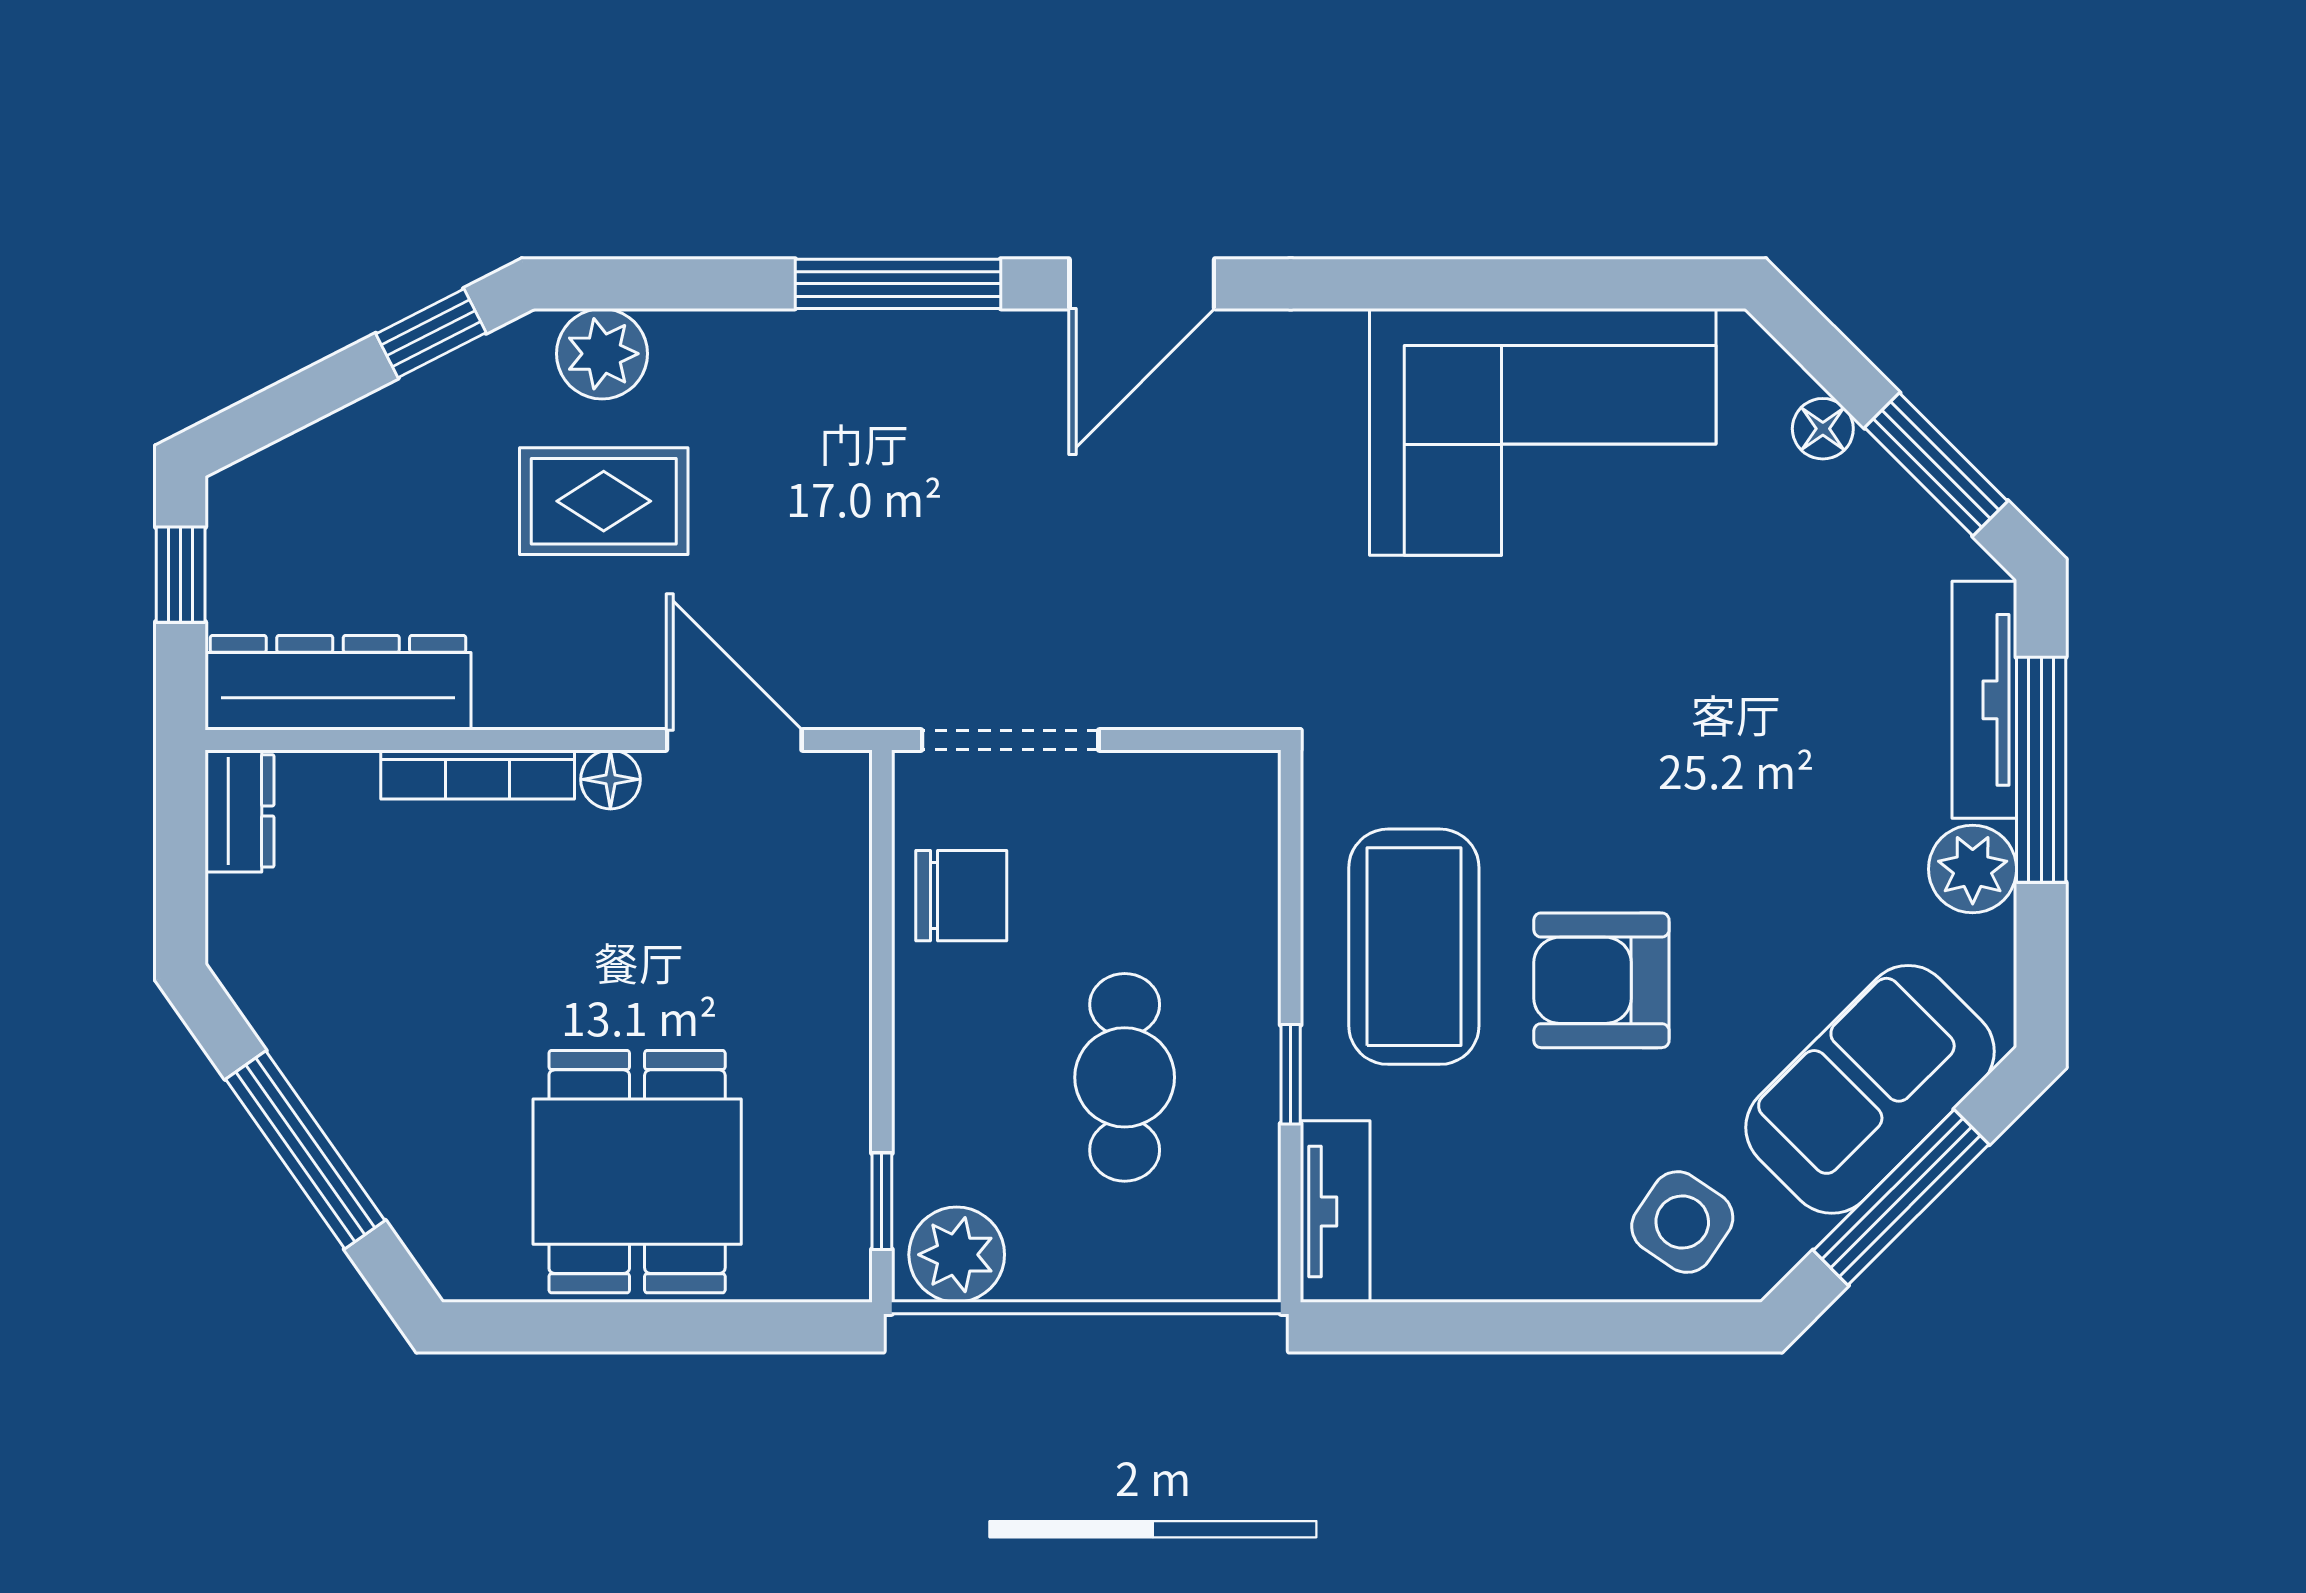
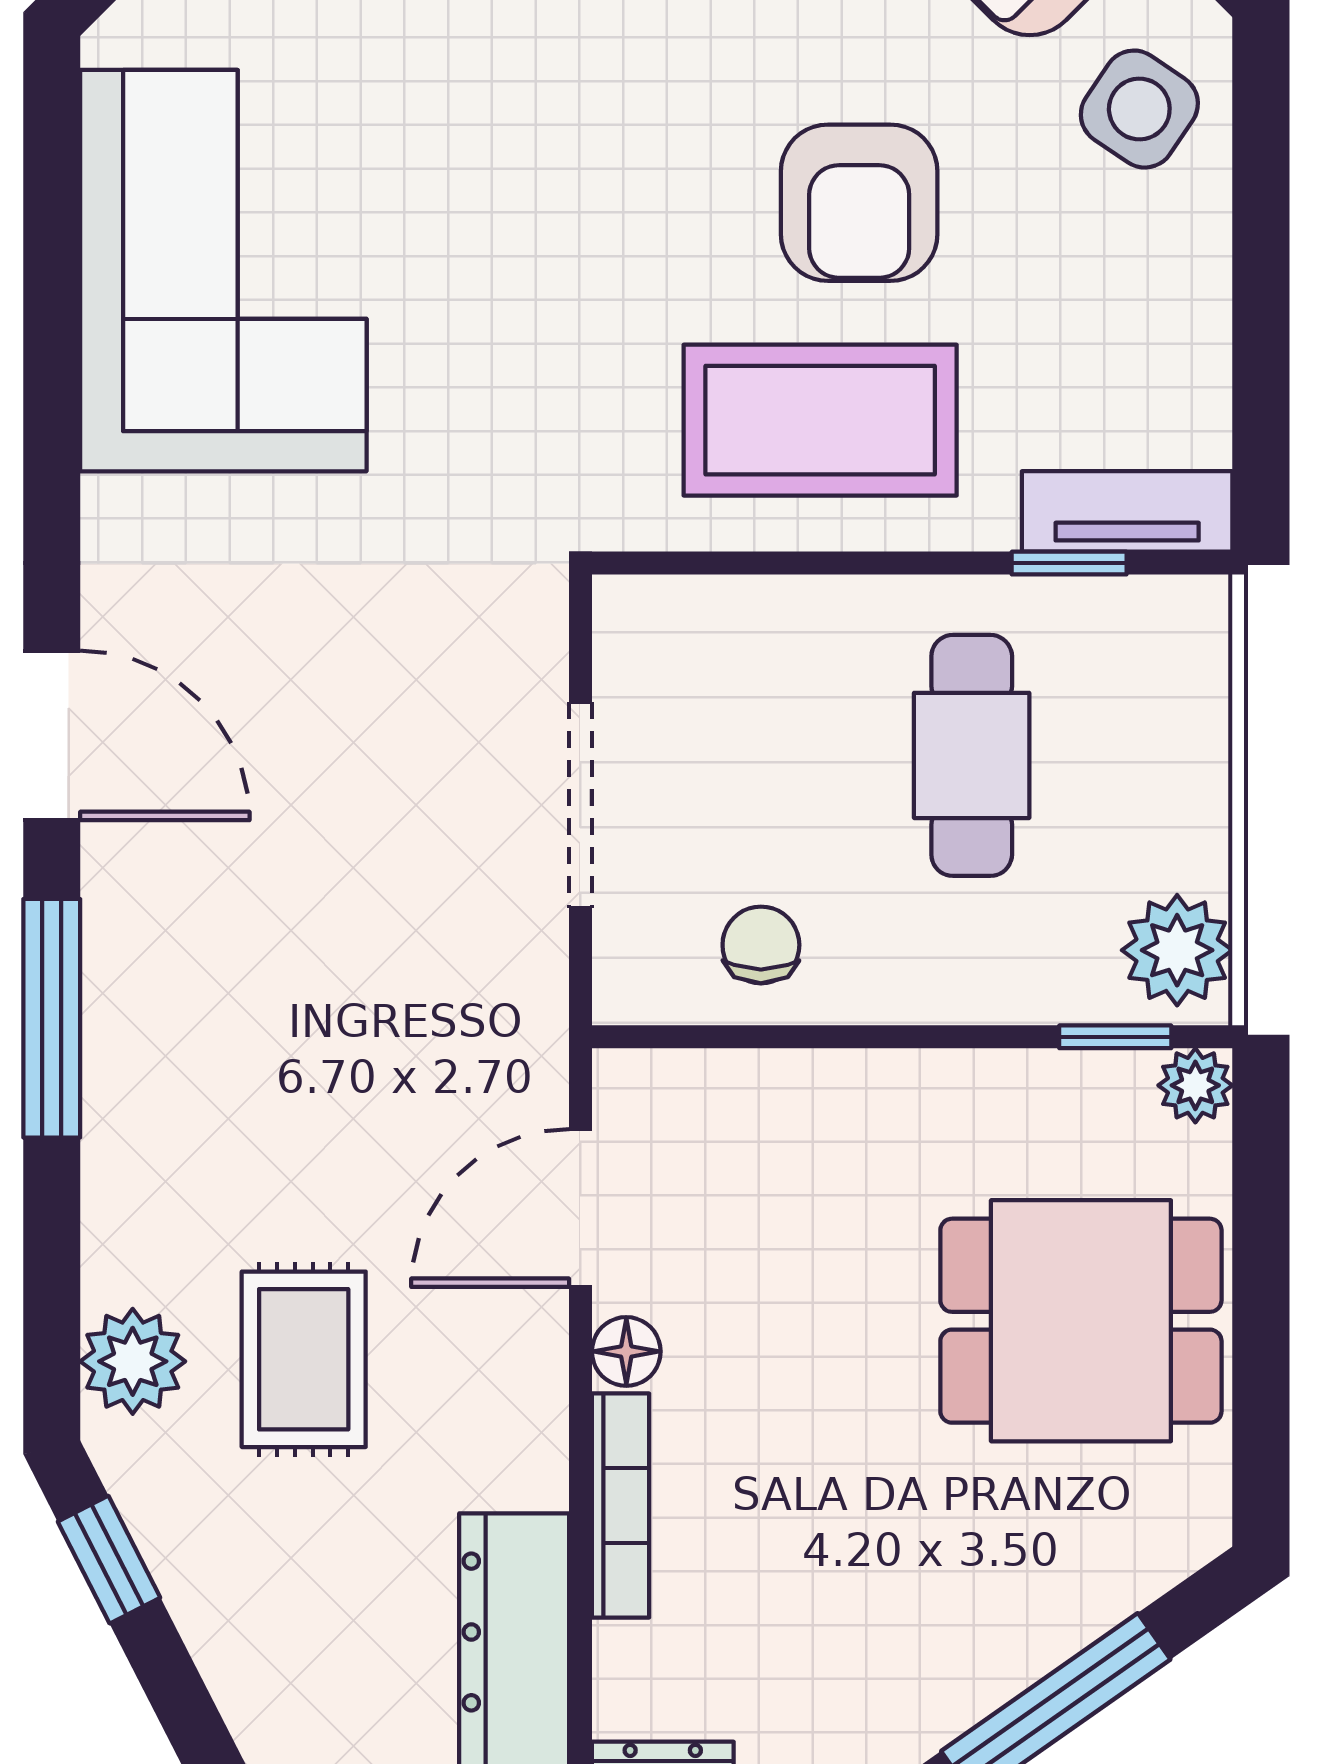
doorway: (1010, 740) -> (580, 805), moved
chair: (961, 896) -> (761, 945), width x0.73, depth x0.73
window: (1291, 1074) -> (1069, 563), moved
cafe table: (1125, 1077) -> (972, 755), turned 90
plant: (840, 1270) -> (1195, 1085), added

